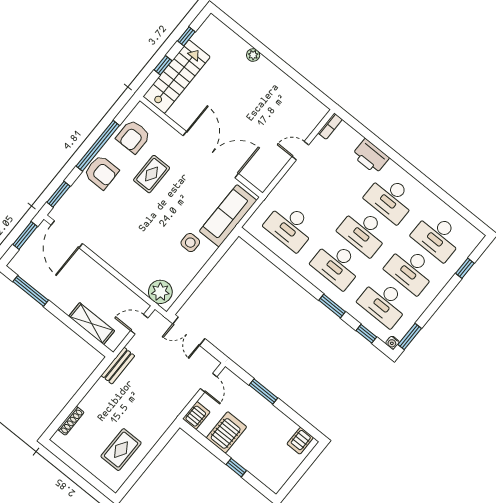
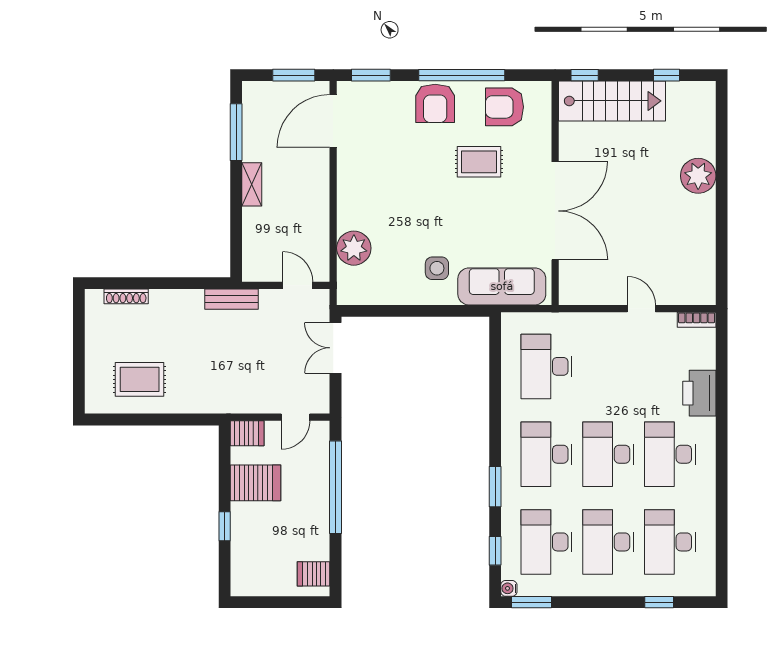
plant: (253, 55) -> (698, 176), width x1.87, depth x1.87
window: (163, 65) -> (585, 75), moved
plant: (160, 292) -> (354, 248), moved
shelving: (92, 324) -> (252, 184), moved, width x0.67, depth x0.75
window: (263, 391) -> (336, 487), width x2.11

